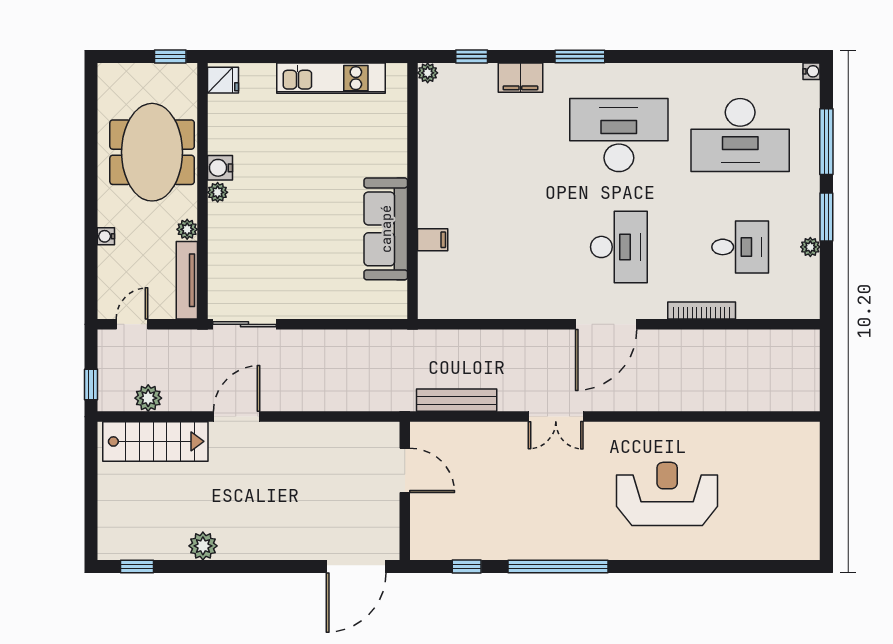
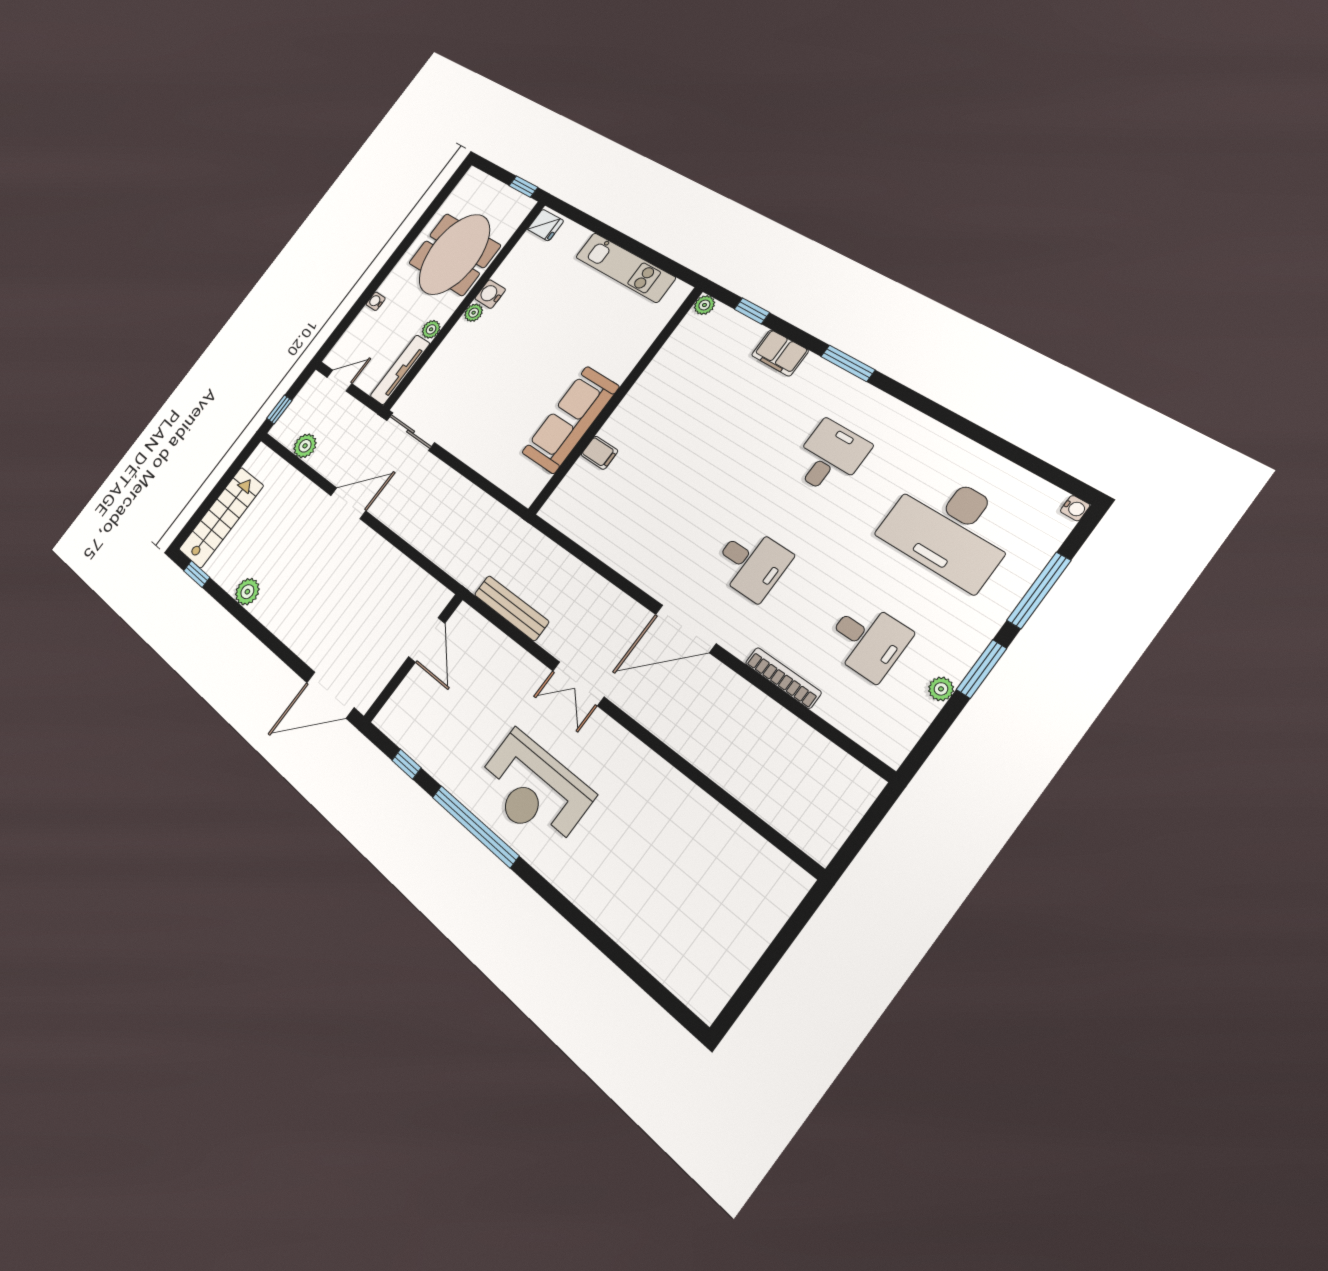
desk: (619, 135) -> (830, 457), width x0.53, depth x0.77
desk: (619, 247) -> (751, 563), width x0.73
stairs: (155, 441) -> (221, 518), moved, turned -90
reception desk: (667, 494) -> (533, 790), moved, turned 180

